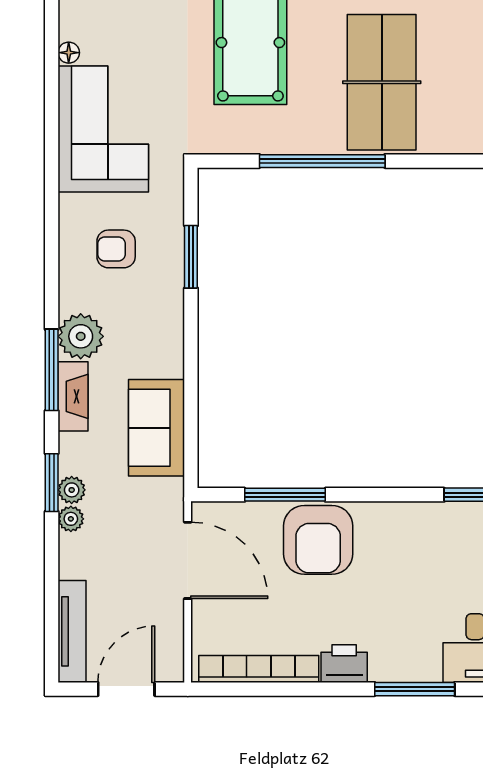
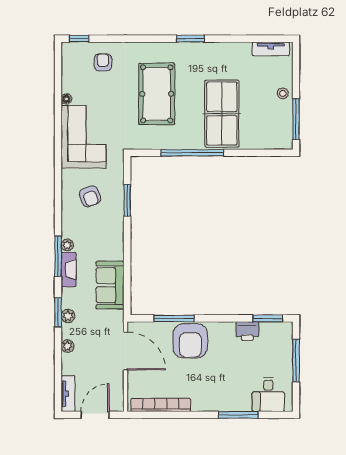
armchair: (116, 249) -> (90, 196), turned -111
plant: (81, 336) -> (67, 245), width x0.53, depth x0.53
plant: (71, 519) -> (68, 346), moved
tv unit: (72, 631) -> (68, 394), width x0.71
printer: (344, 664) -> (247, 331), moved, turned 180

